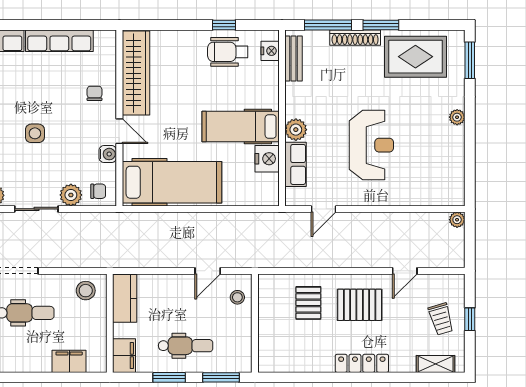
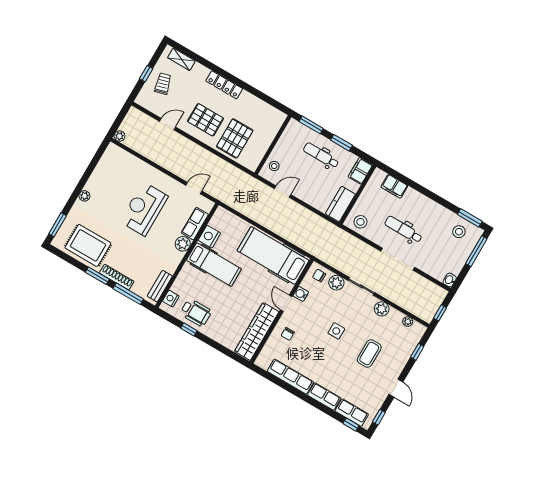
pallet: (308, 303) -> (235, 138), width x1.50, depth x1.42

